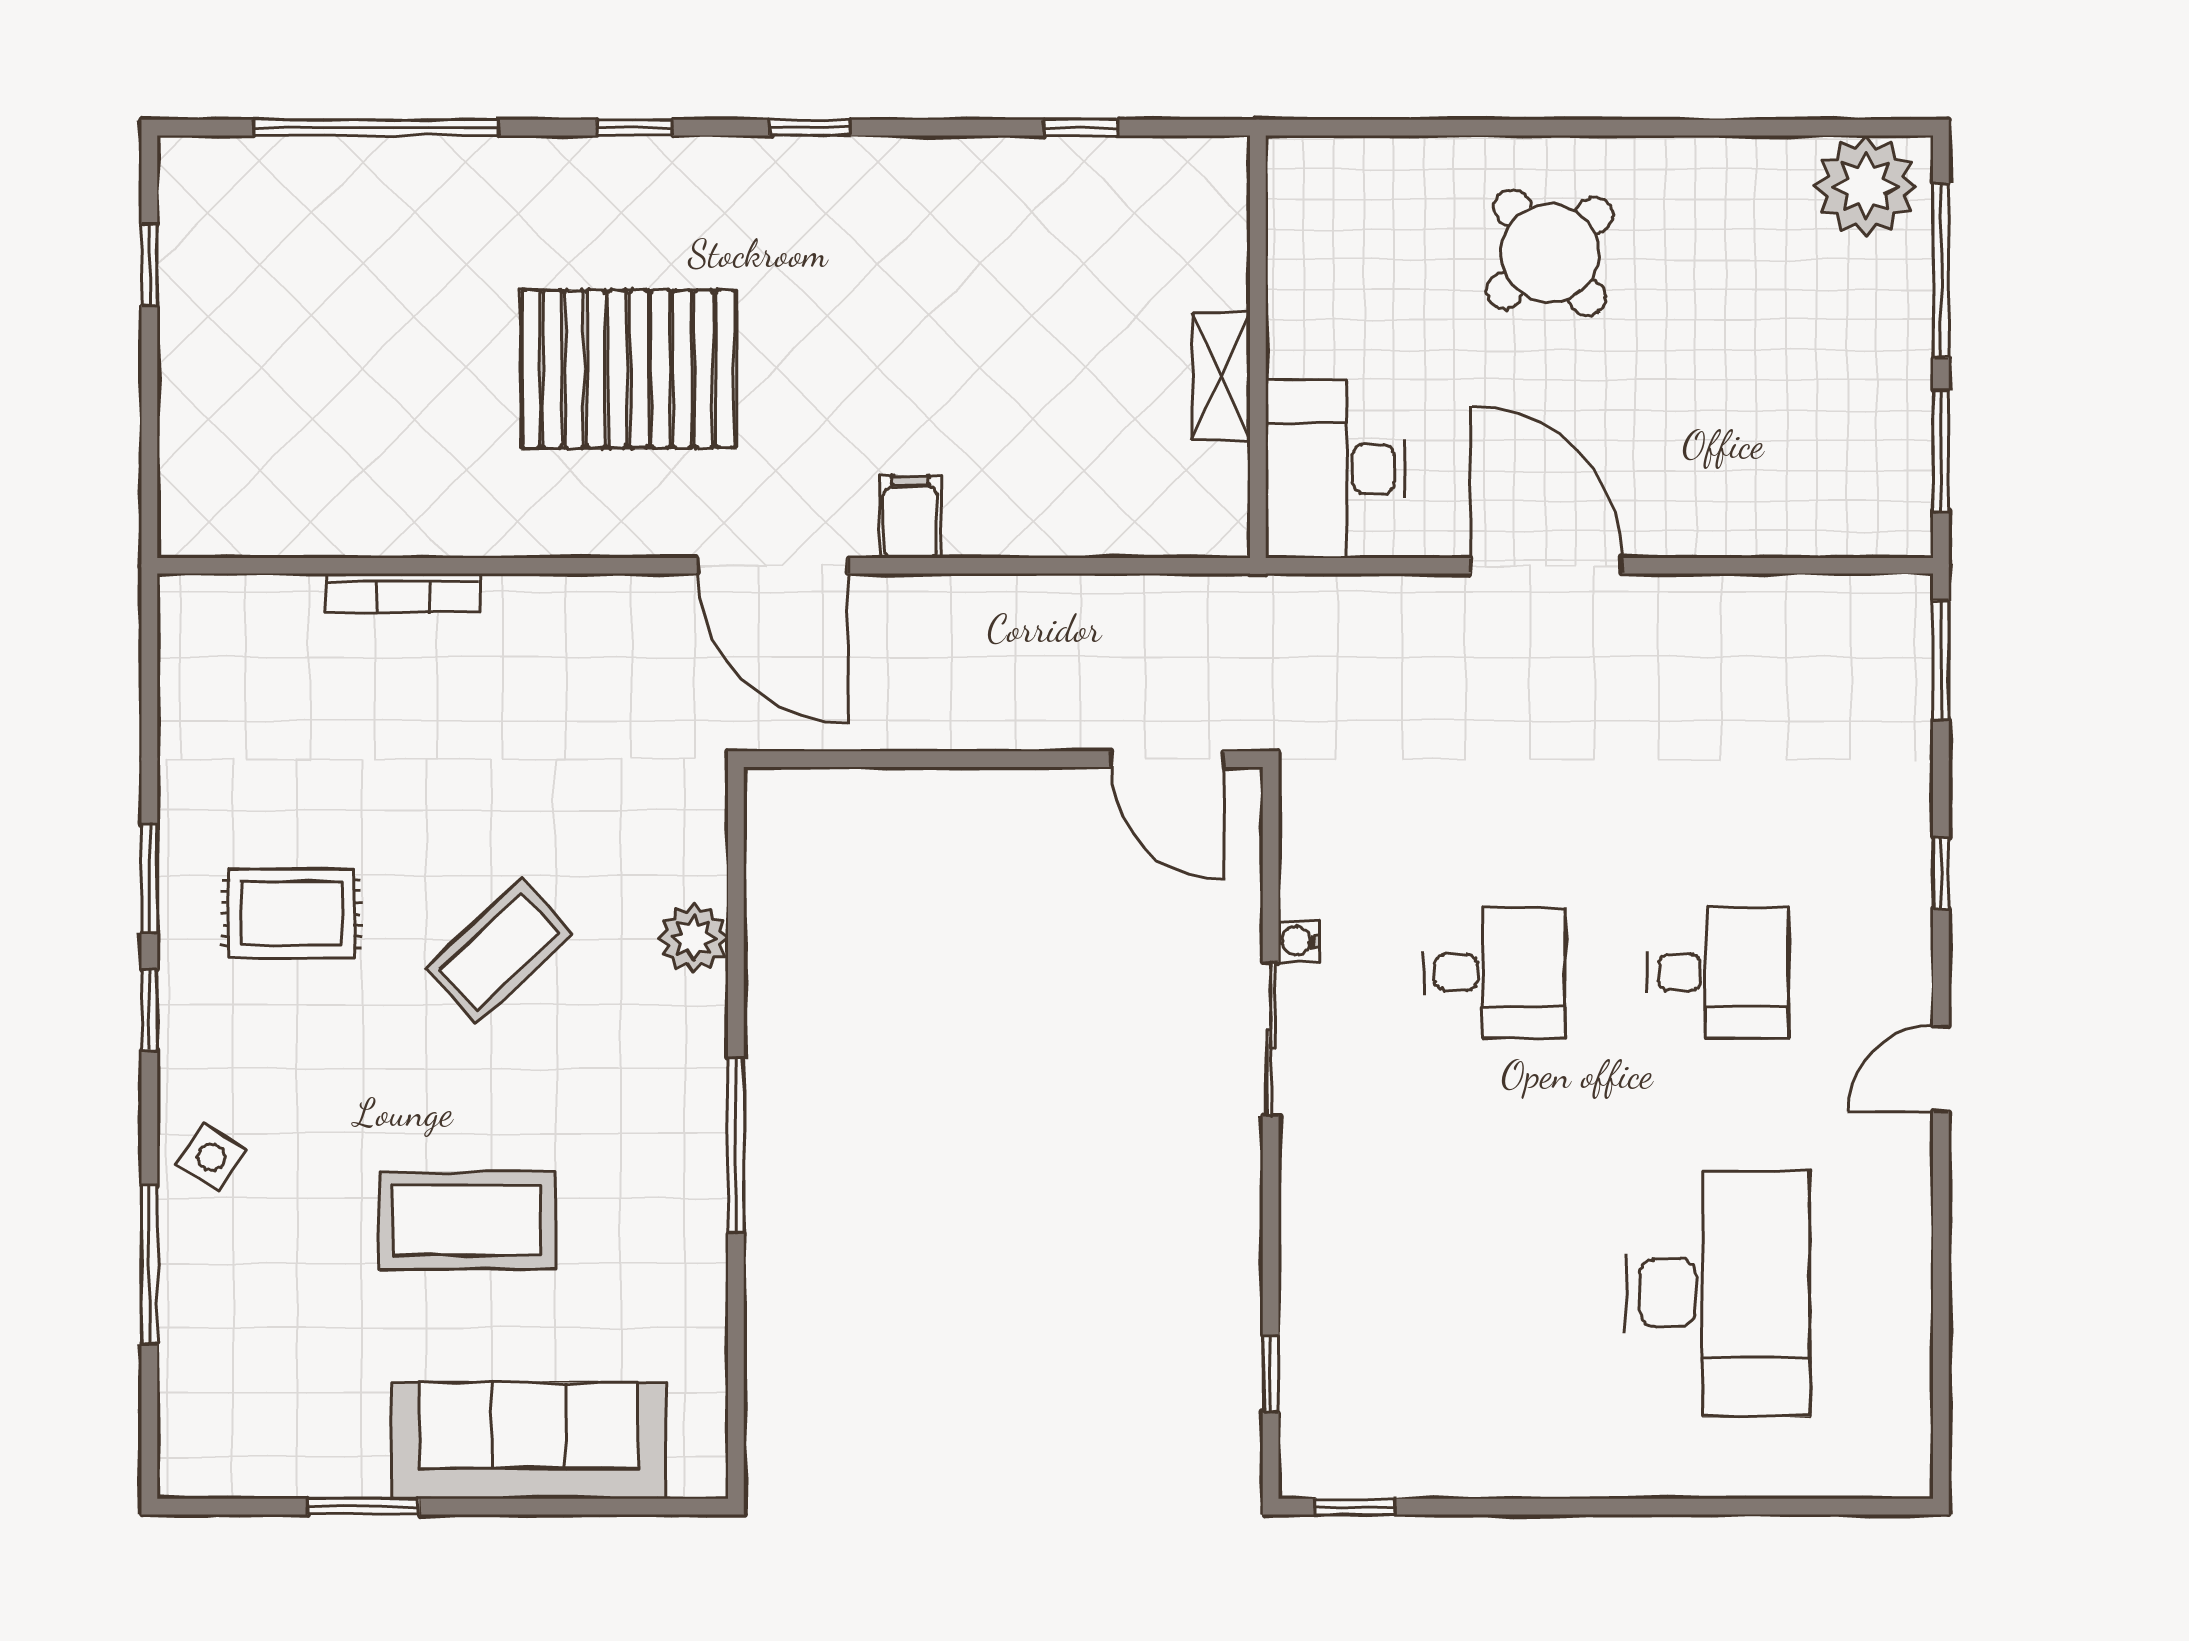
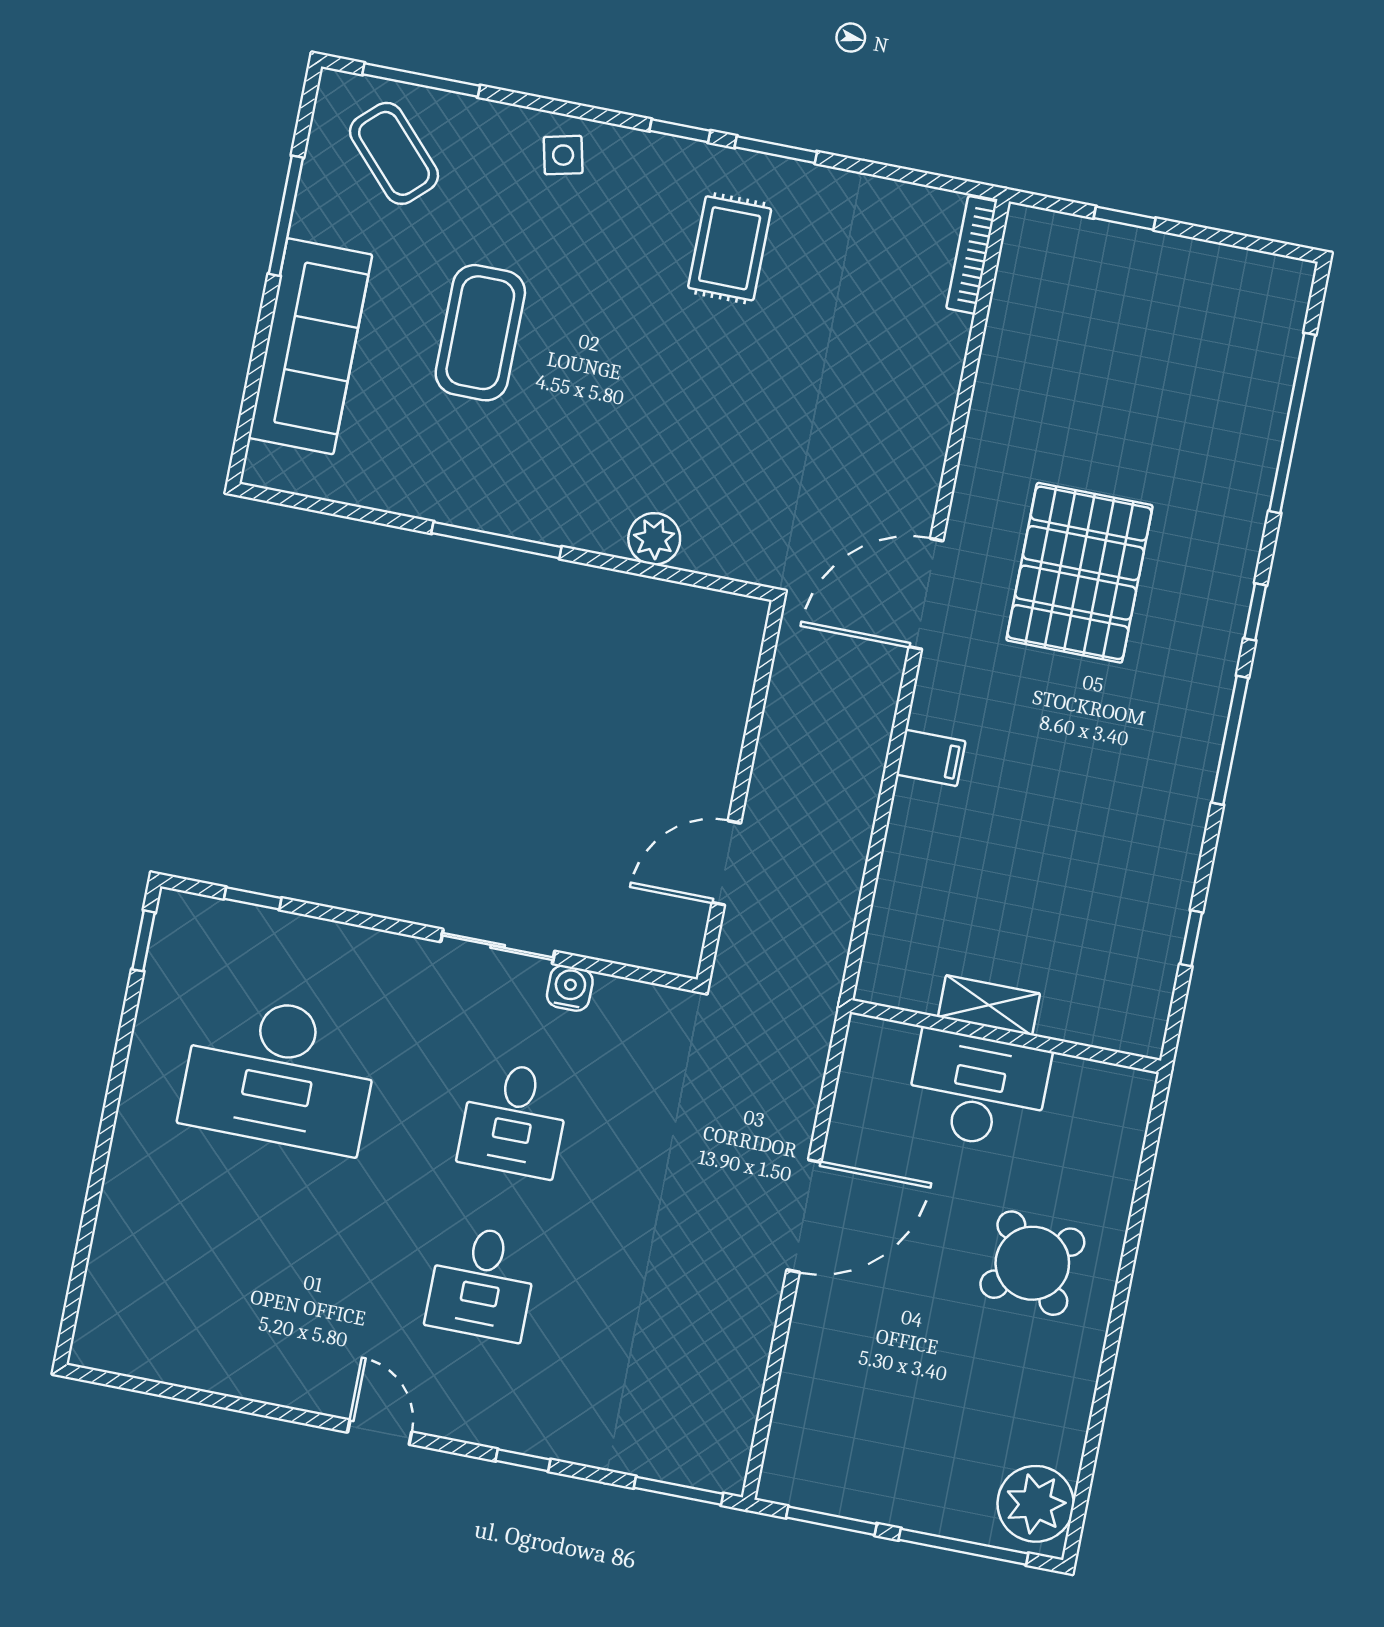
window: (810, 128) -> (1230, 740), width x2.17
window: (149, 265) -> (1125, 218), moved
desk: (1335, 469) -> (978, 1090), moved
door: (773, 566) -> (926, 594), moved
bookcase: (403, 593) -> (972, 255), moved
door: (1167, 759) -> (726, 863), moved
water cooler: (1299, 941) -> (570, 988), width x1.38, depth x1.38
coffee table: (499, 951) -> (394, 153), moved
side table: (212, 1157) -> (563, 155), turned 45
window: (149, 1265) -> (421, 80), moved
desk: (1718, 1293) -> (280, 1073), moved
window: (363, 1507) -> (286, 216), width x1.44

